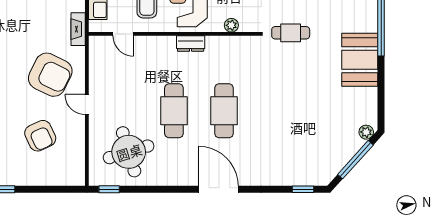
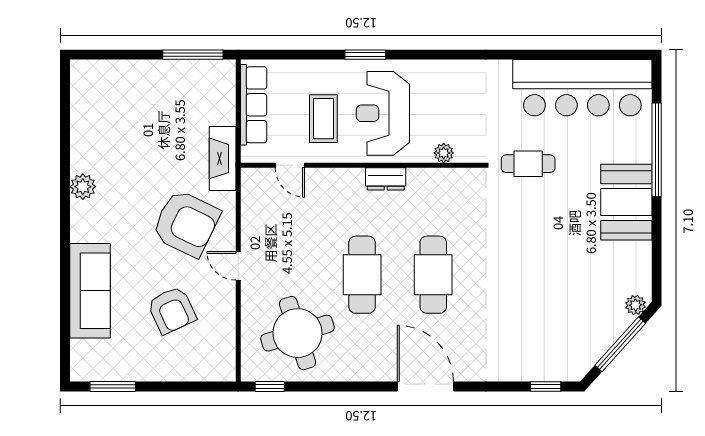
fireplace: (78, 29) -> (223, 158), width x1.37, depth x1.32

